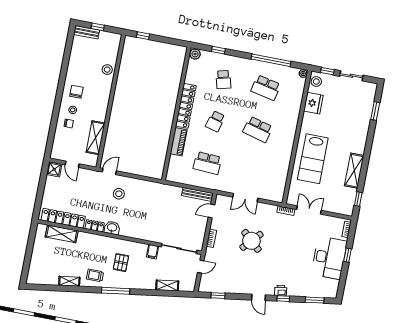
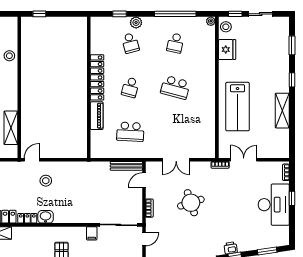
plant: (195, 54) -> (136, 23), moved
school desk: (266, 88) -> (175, 43), width x0.54
window: (358, 199) -> (292, 80), moved
round table: (251, 241) -> (191, 203), turned 30

